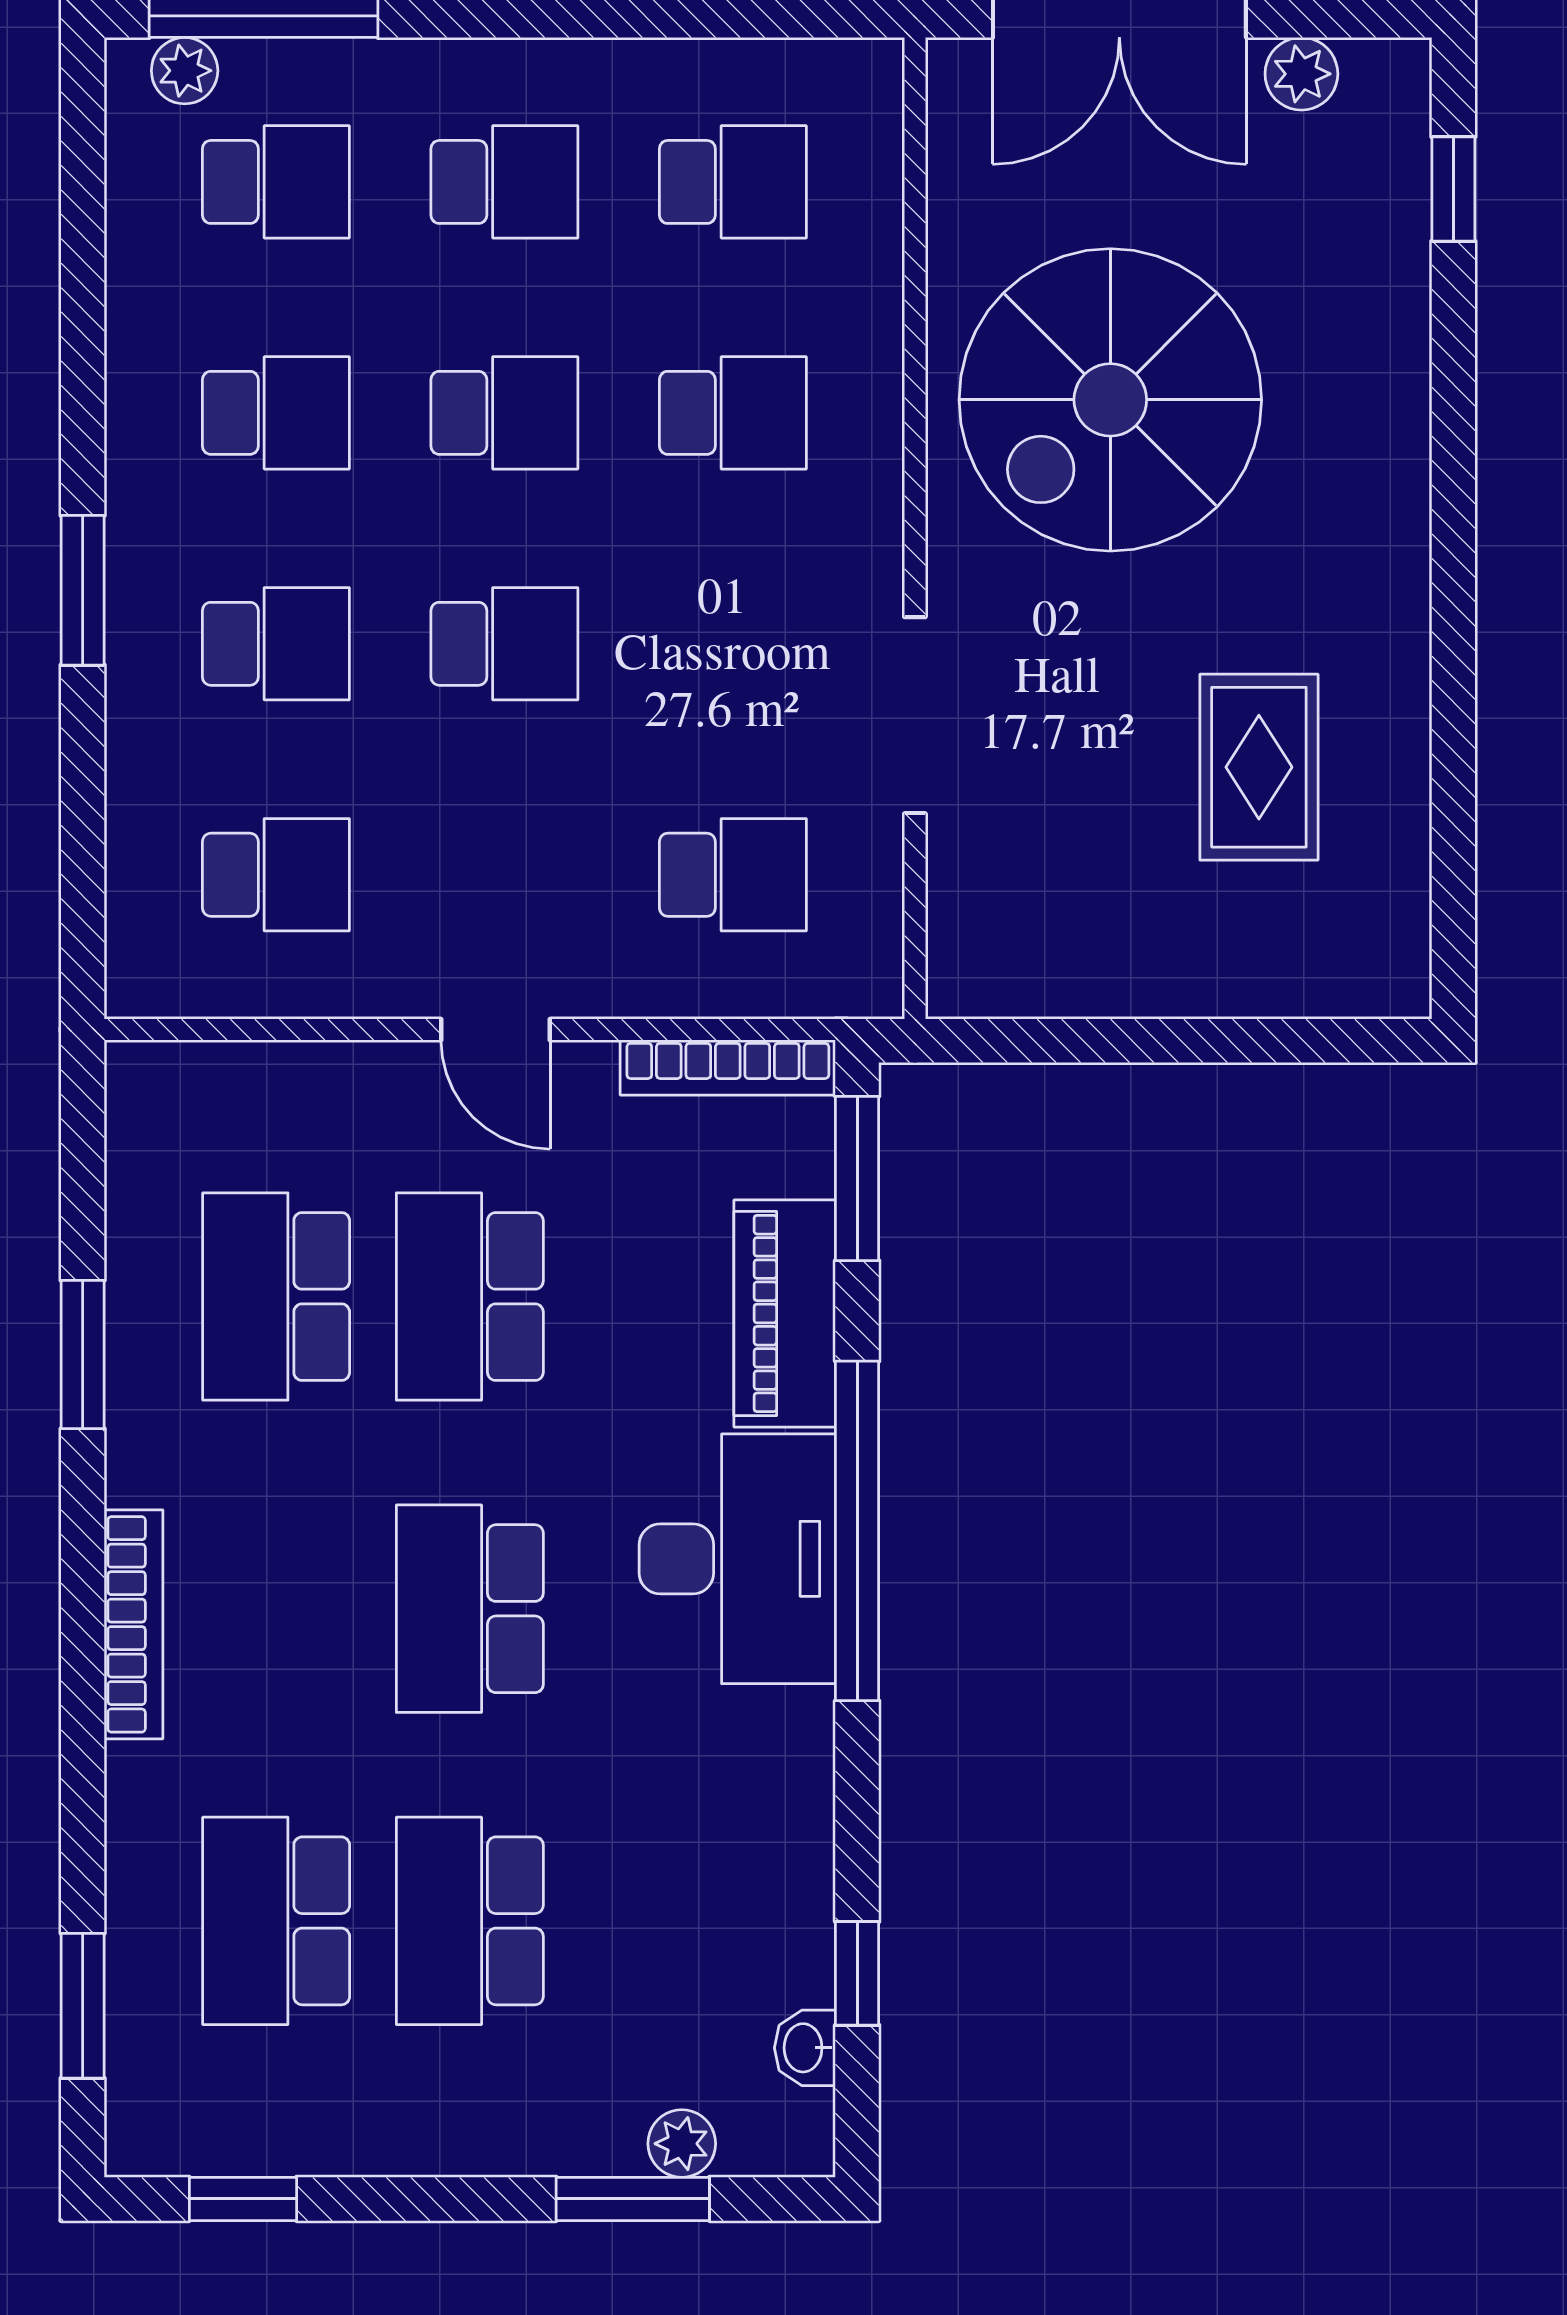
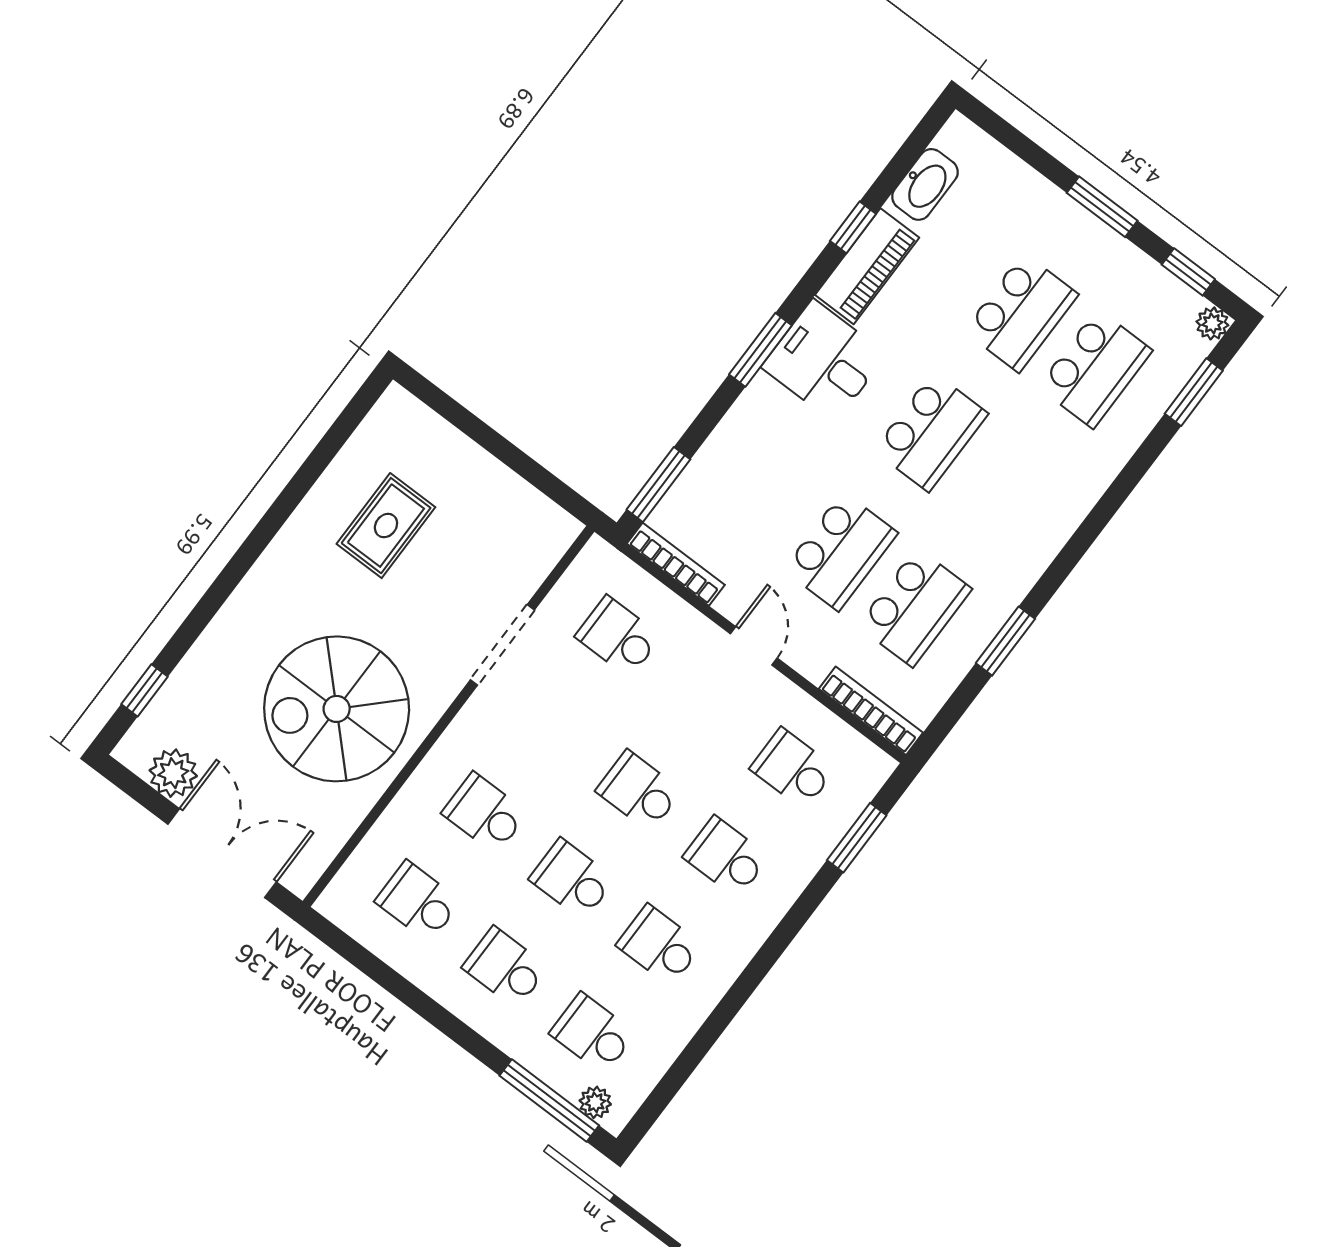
plant: (1301, 74) -> (173, 773), width x1.38, depth x1.38
spiral stairs: (1110, 400) -> (337, 709), turned 180
window: (83, 590) -> (857, 838), moved
piano: (785, 1313) -> (867, 266), moved
window: (857, 1531) -> (760, 350), width x0.47
desk: (737, 1559) -> (824, 361), width x0.73
bookcase: (134, 1624) -> (871, 711), moved, turned 90
window: (857, 1973) -> (853, 227), moved
washbasin: (805, 2048) -> (925, 184), width x1.91, depth x1.45
plant: (682, 2144) -> (1212, 323), moved
window: (633, 2199) -> (1102, 207), moved

